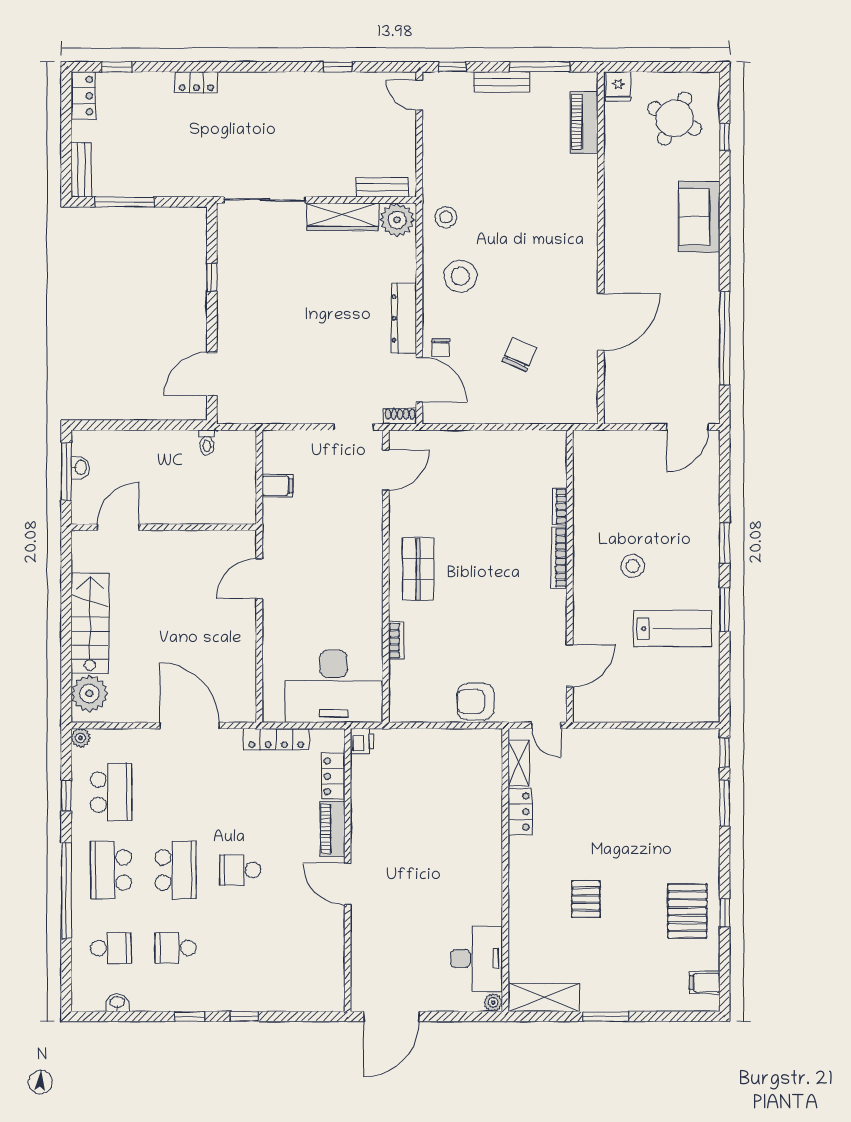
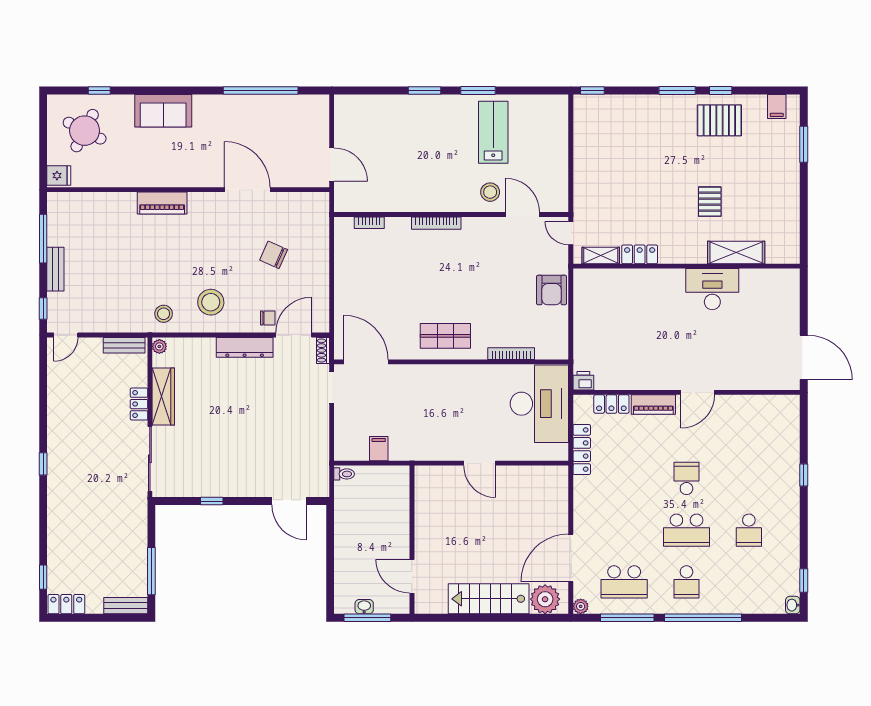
window: (338, 67) -> (43, 464), moved
locker: (196, 82) -> (139, 404), moved, turned 180
piano: (584, 122) -> (162, 203), moved
bench: (382, 187) -> (124, 345), moved, turned 90
plant: (397, 220) -> (159, 346), width x0.53, depth x0.53
door: (688, 427) -> (332, 165), moved
toilet: (207, 443) -> (344, 474), moved
door: (386, 470) -> (366, 362), width x1.36
bookcase: (559, 506) -> (369, 223), moved
stool: (633, 566) -> (490, 192), moved
door: (259, 579) -> (480, 463), moved
bookcase: (396, 641) -> (511, 354), width x1.56
door: (190, 726) -> (571, 558), moved
door: (546, 726) -> (571, 233), swing flipped
school desk: (111, 792) -> (624, 582), turned 180
window: (66, 796) -> (627, 618), width x2.17
window: (725, 803) -> (677, 91), moved
school desk: (111, 870) -> (686, 582), width x0.54
school desk: (176, 870) -> (686, 530), turned 180
school desk: (240, 870) -> (686, 478), turned 180
pallet: (586, 899) -> (710, 202), turned 90
school desk: (111, 948) -> (749, 582), removed
desk: (477, 958) -> (712, 289), moved
shelving: (544, 997) -> (736, 252), moved, turned 90
plant: (493, 1002) -> (793, 276), removed
washbasin: (117, 1003) -> (793, 605), moved
window: (189, 1016) -> (804, 580), moved
window: (606, 1016) -> (804, 144), moved

